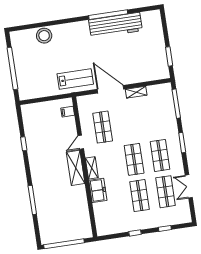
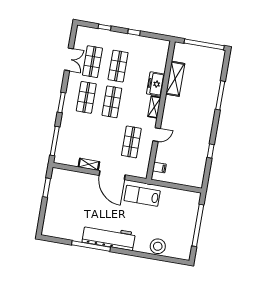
workbench: (115, 25) -> (109, 237), moved
shelving: (76, 168) -> (175, 79), moved

